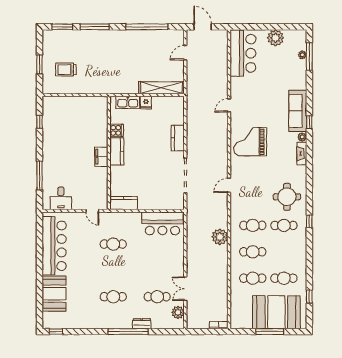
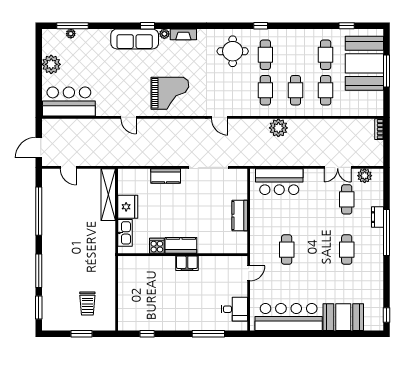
fridge: (146, 103) -> (128, 207), width x1.88, depth x1.34
grand piano: (250, 142) -> (170, 93), turned -90
kitchen counter: (124, 203) -> (240, 216), moved
bar counter: (162, 223) -> (279, 182), moved, turned 90

